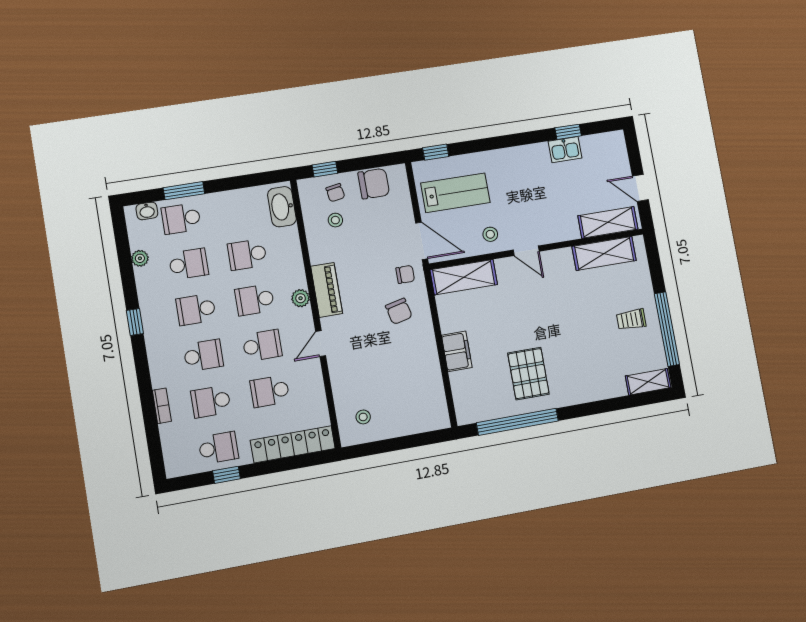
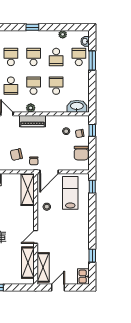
kitchen sink: (565, 150) -> (83, 277), moved
lab bench: (455, 193) -> (70, 193), turned 180
door: (526, 251) -> (36, 237), moved
school desk: (203, 355) -> (11, 57), turned 180

